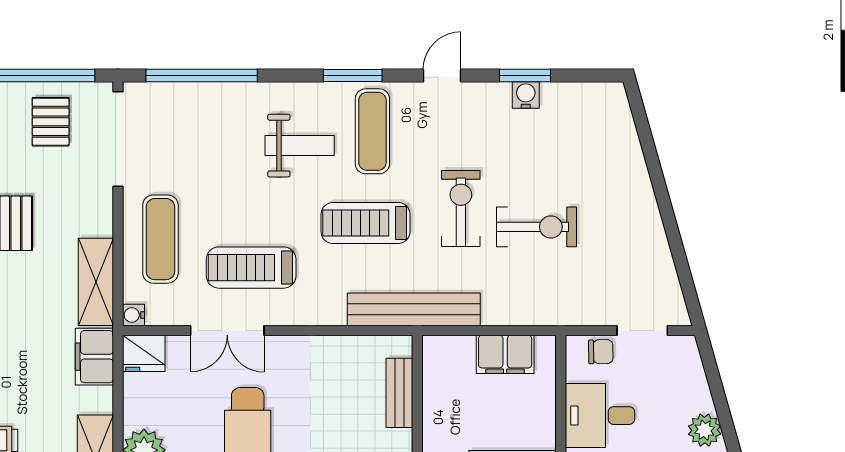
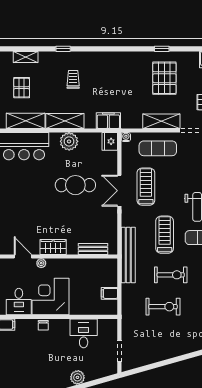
exercise bike: (537, 227) -> (163, 307), turned -90
shelving: (96, 282) -> (161, 121), moved
double door: (227, 330) -> (119, 191), moved
chair: (601, 352) -> (110, 334), removed
filing cabinet: (505, 354) -> (109, 293), width x0.50

